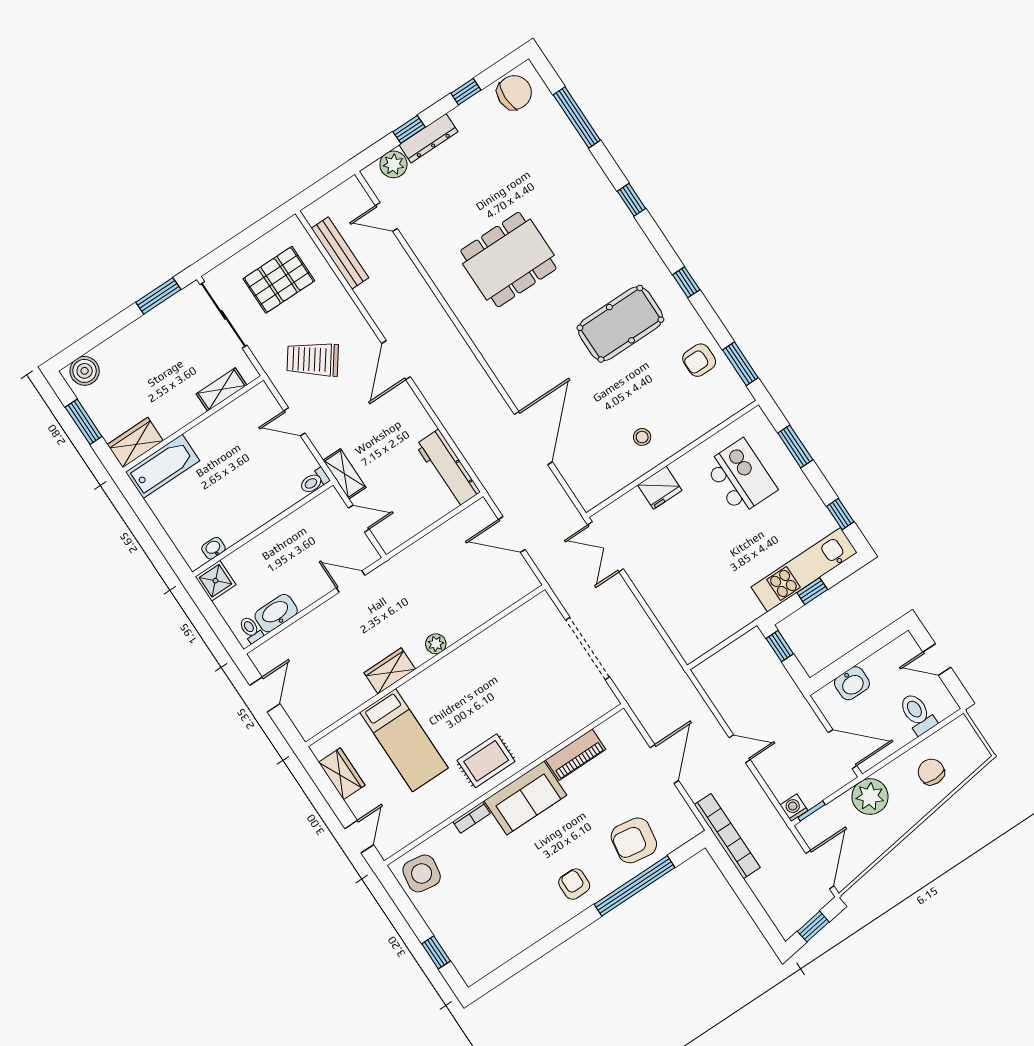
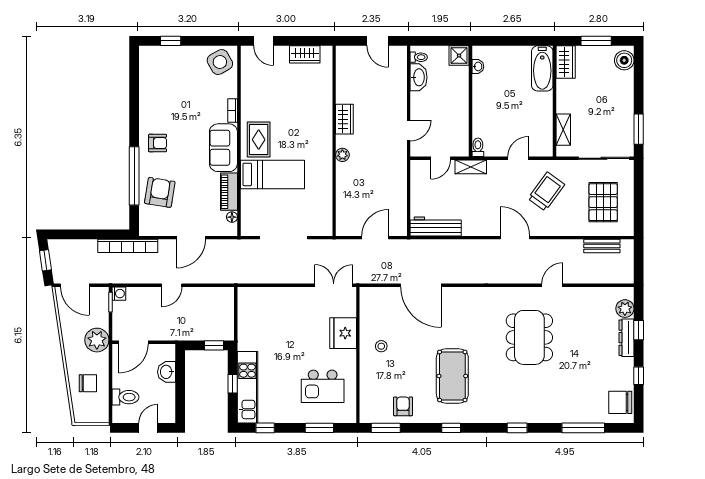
chair: (514, 93) -> (620, 402), turned 90
door: (386, 217) -> (552, 285), moved
bench: (340, 253) -> (602, 246), width x0.73
fridge: (660, 488) -> (343, 333), width x1.36, depth x1.34
floor lamp: (605, 730) -> (232, 217), added
bed: (404, 740) -> (272, 174), moved, turned 180
door: (664, 764) -> (191, 238), hinge flipped
side table: (422, 873) -> (220, 62), turned -38

